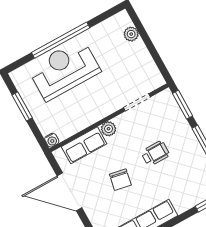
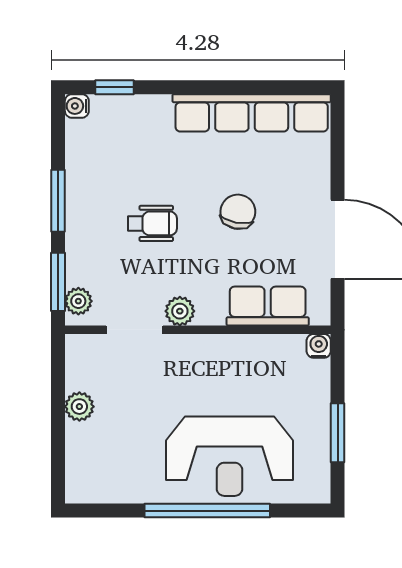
plant: (131, 34) -> (79, 407), moved
plant: (169, 101) -> (78, 301), added
plant: (109, 129) -> (180, 311), moved
wheelchair: (155, 154) -> (152, 223), turned 180

